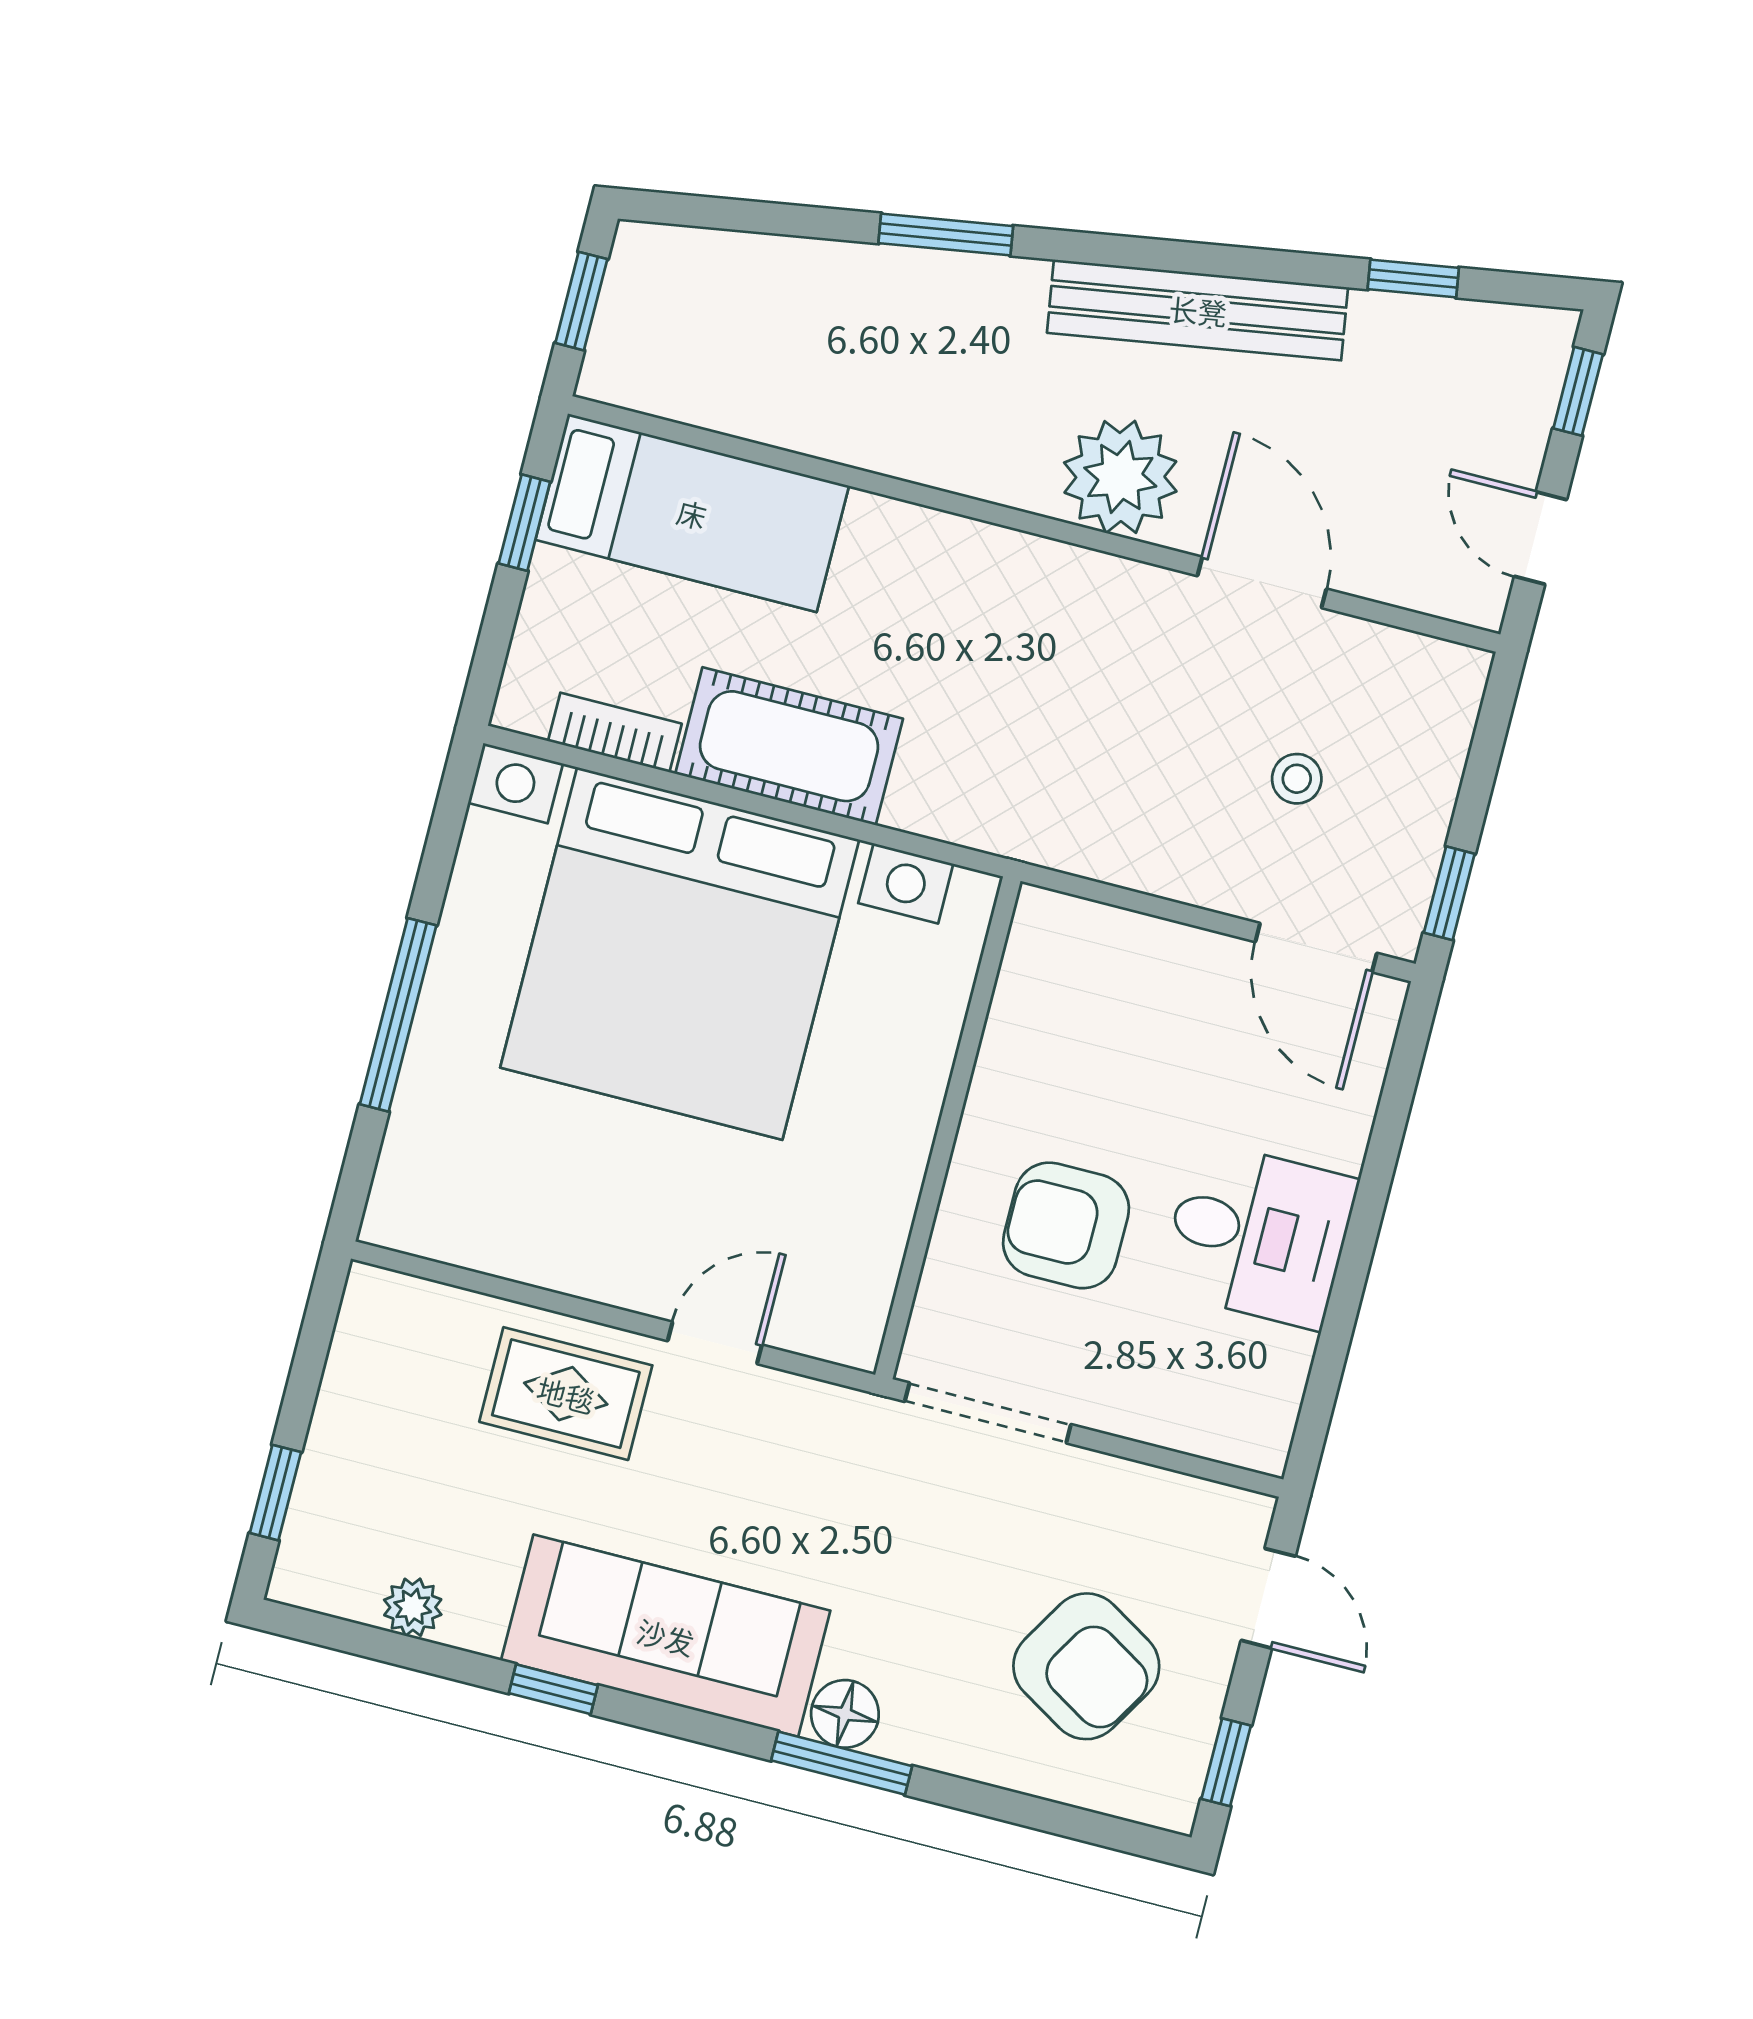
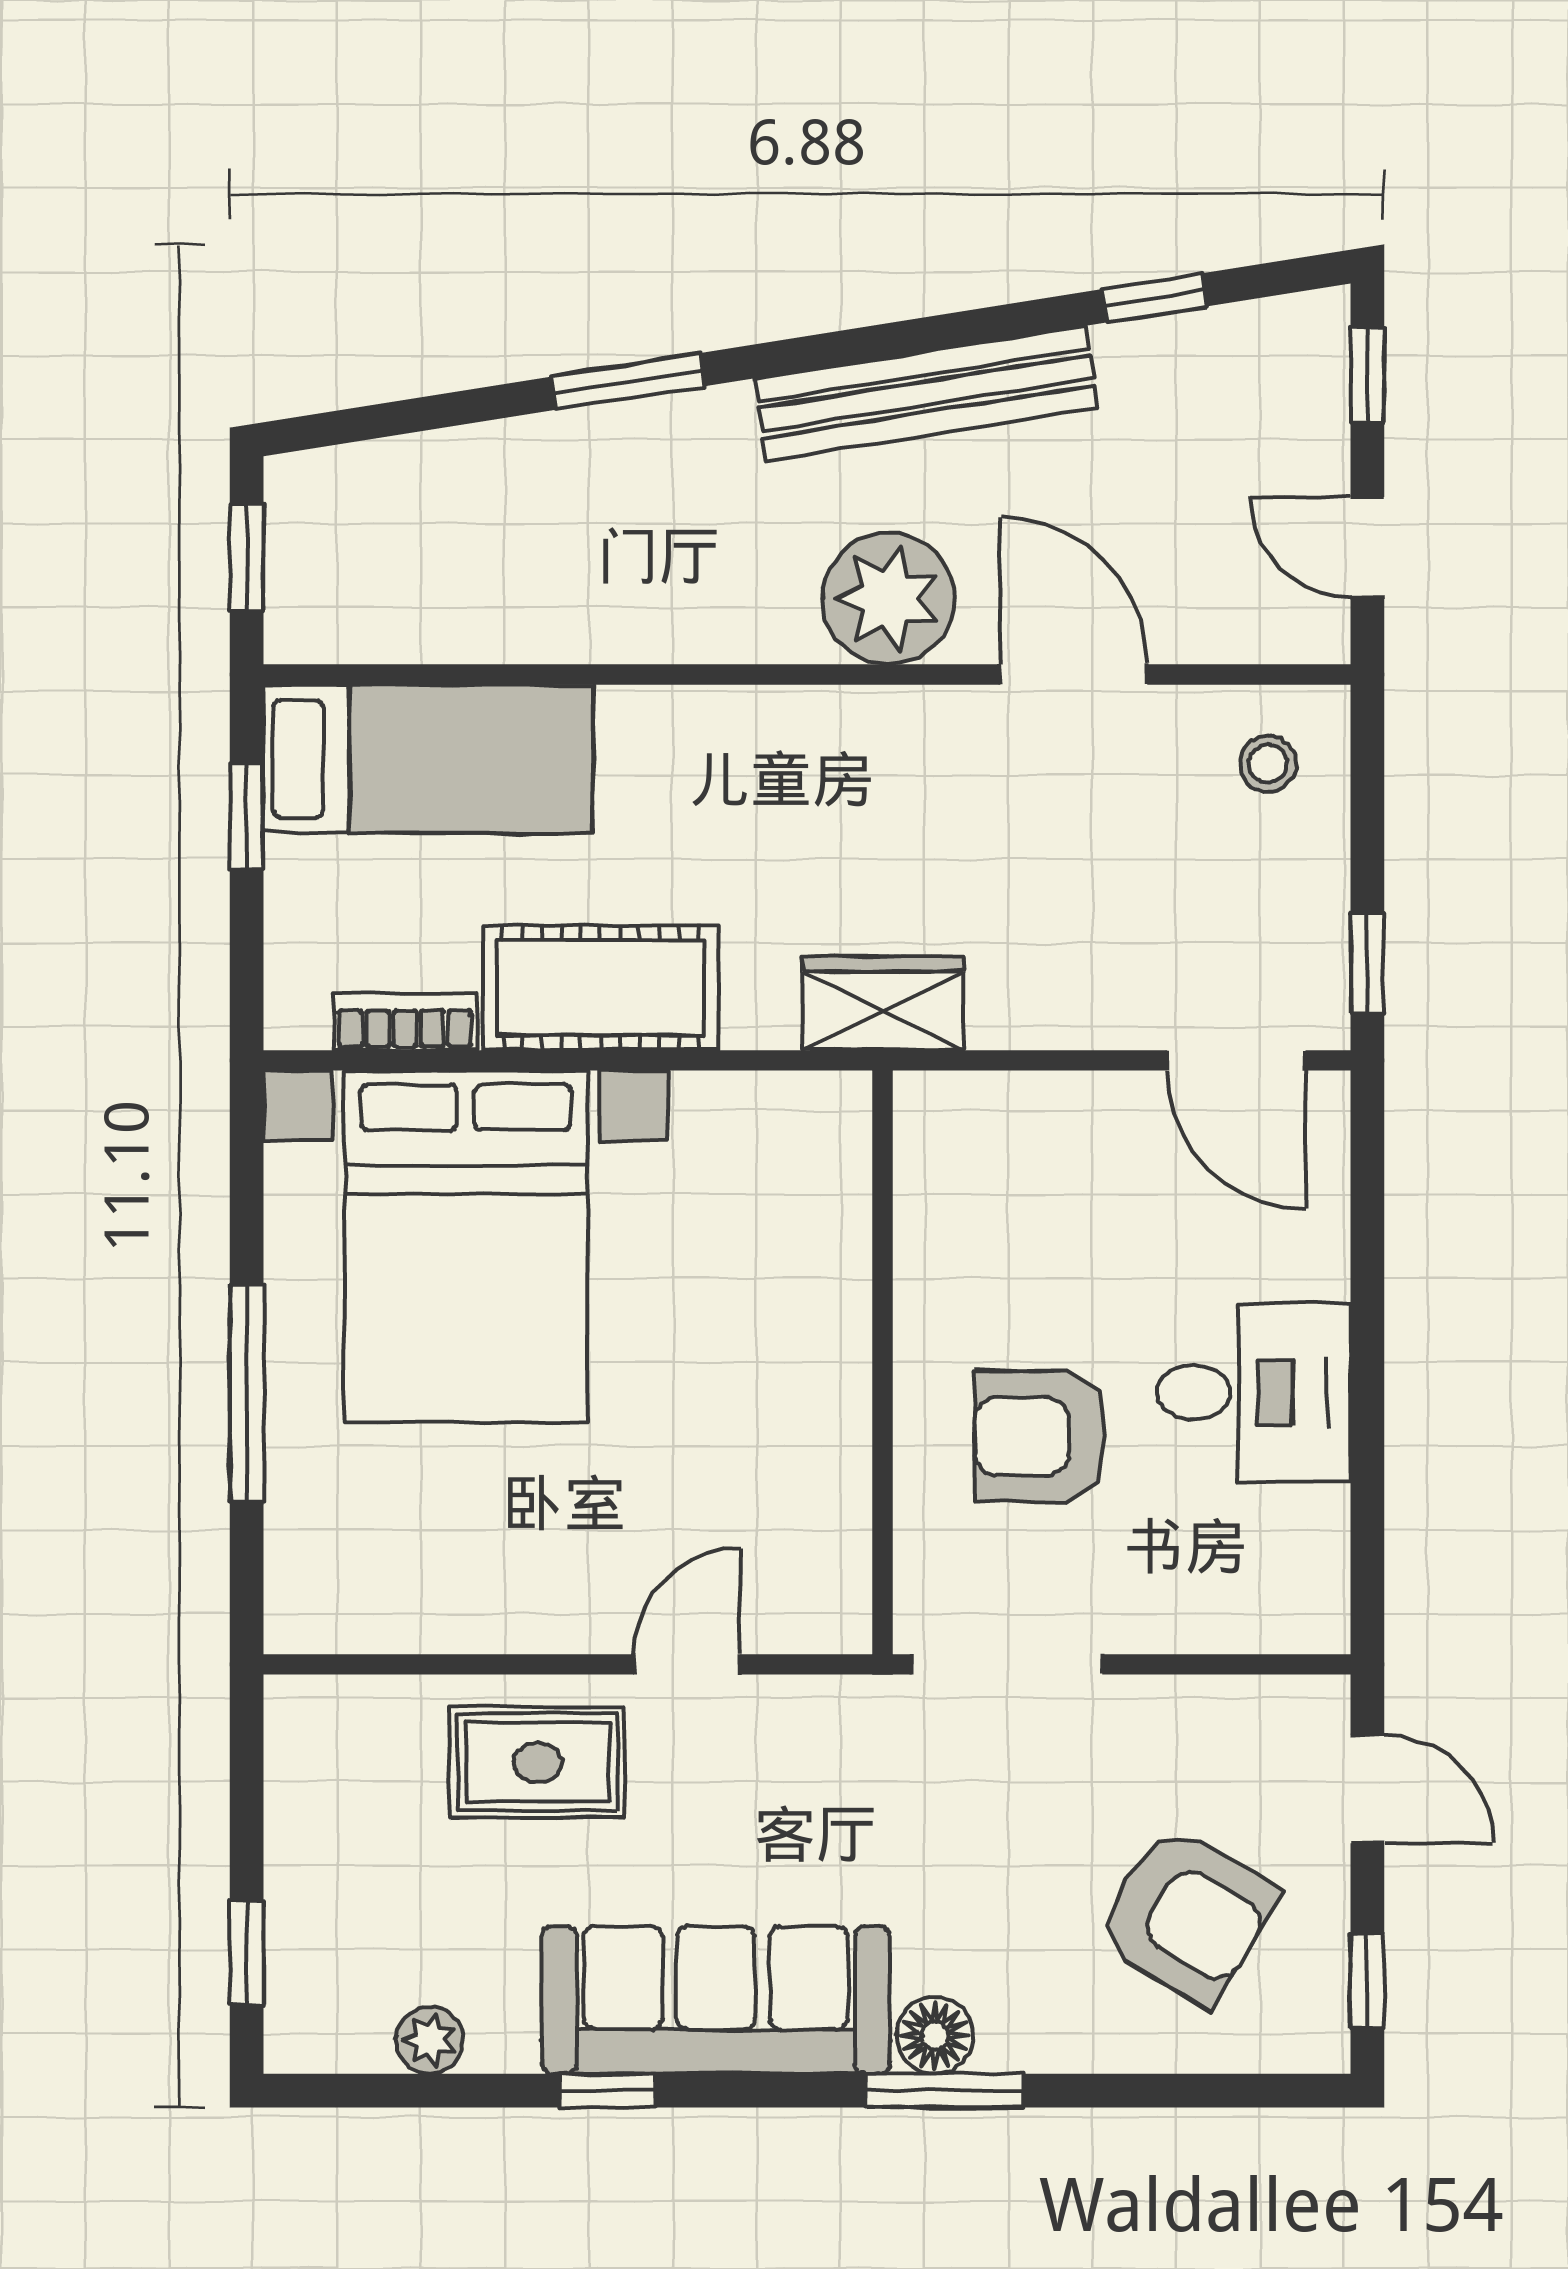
stool: (1297, 779) -> (1268, 764), moved
wardrobe: (1027, 821) -> (883, 1003), added
bed with nightstands: (680, 953) -> (466, 1246), width x0.73

